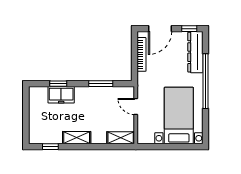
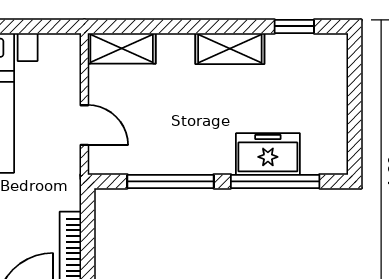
window: (58, 84) -> (275, 181), width x2.17
window: (101, 84) -> (171, 181), width x1.44

